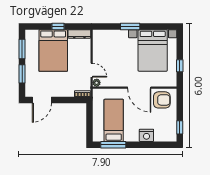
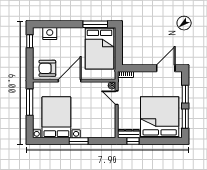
window: (58, 26) -> (133, 141), moved
bed: (53, 50) -> (160, 117), width x1.36
window: (180, 66) -> (30, 102), width x2.17
door: (139, 88) -> (70, 81), hinge flipped
bed: (114, 120) -> (100, 48), width x1.50
nightstand: (146, 135) -> (50, 33), moved

